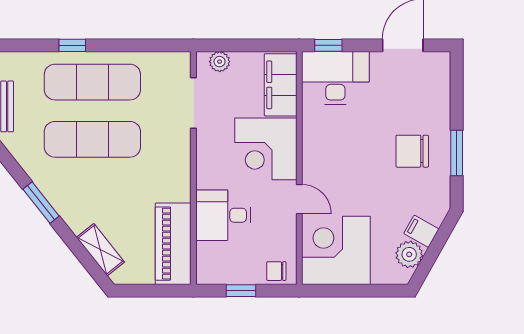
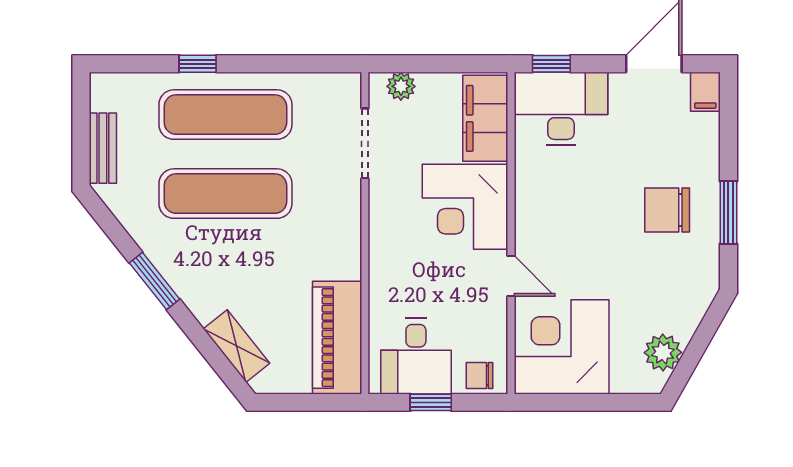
desk: (223, 215) -> (416, 356), moved, turned -90
filing cabinet: (421, 231) -> (705, 92), moved, turned -119

